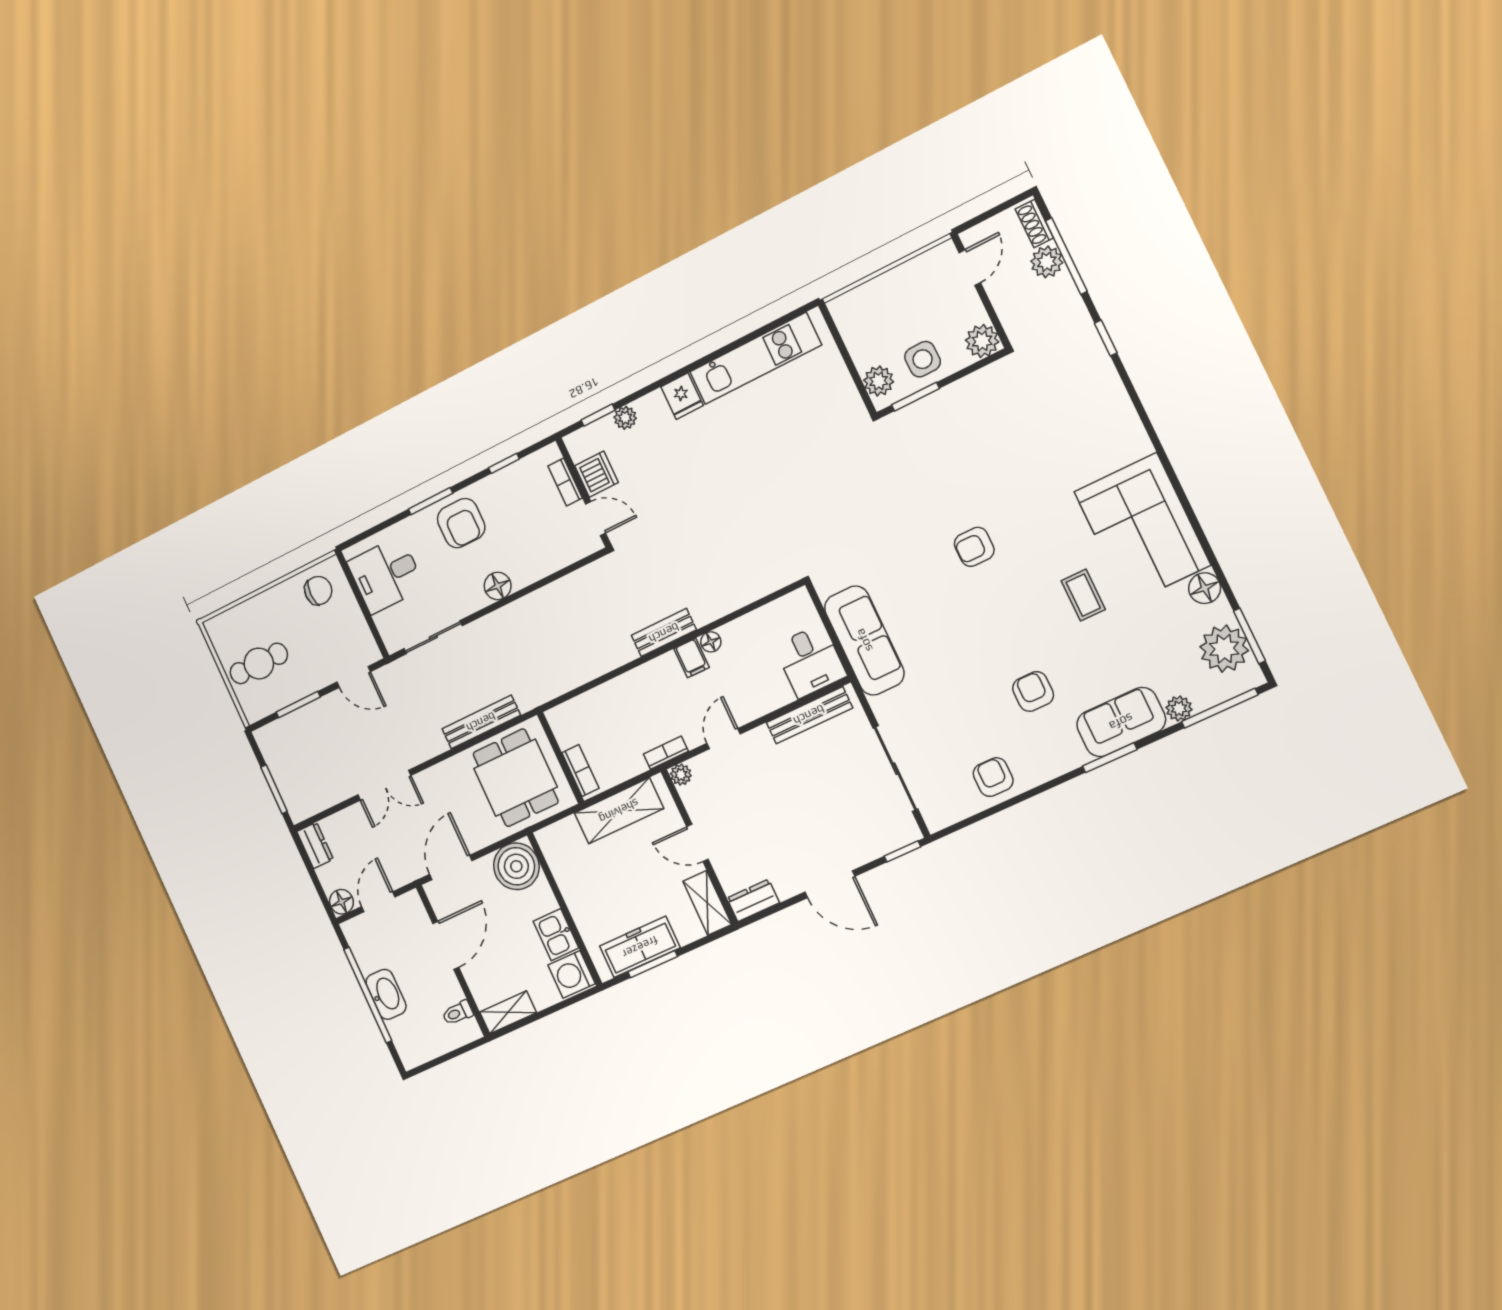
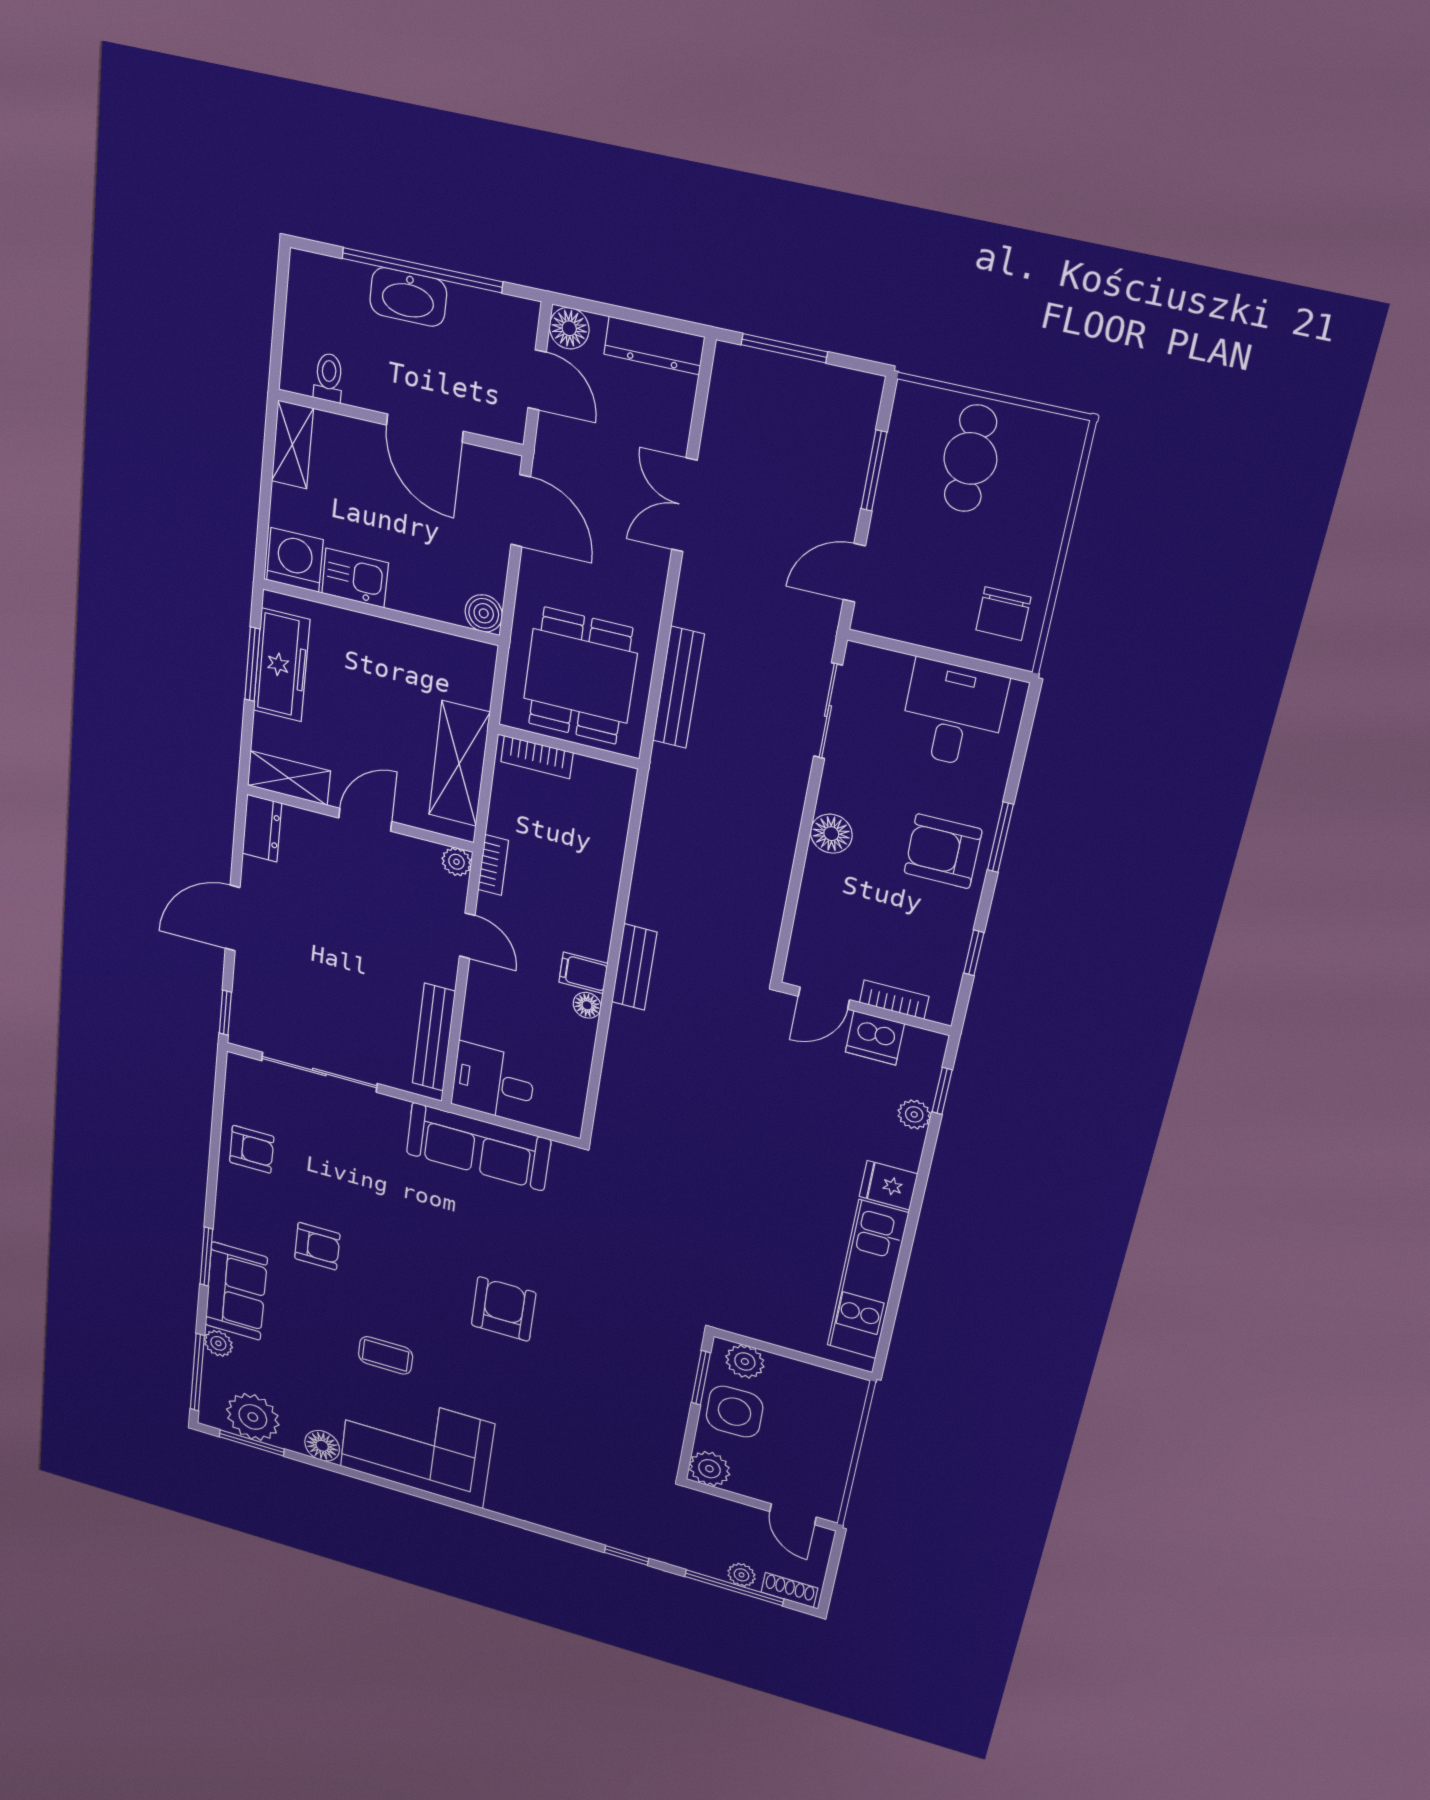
plant: (1047, 262) -> (741, 1575), width x0.73, depth x0.73
side table: (923, 359) -> (735, 1412), width x1.37, depth x1.37
armchair: (974, 547) -> (504, 1309), width x1.38, depth x1.38
dining table: (516, 778) -> (580, 676), turned 90
dresser: (315, 845) -> (654, 346), width x1.44
boiler: (516, 866) -> (484, 613), width x0.54, depth x0.54

